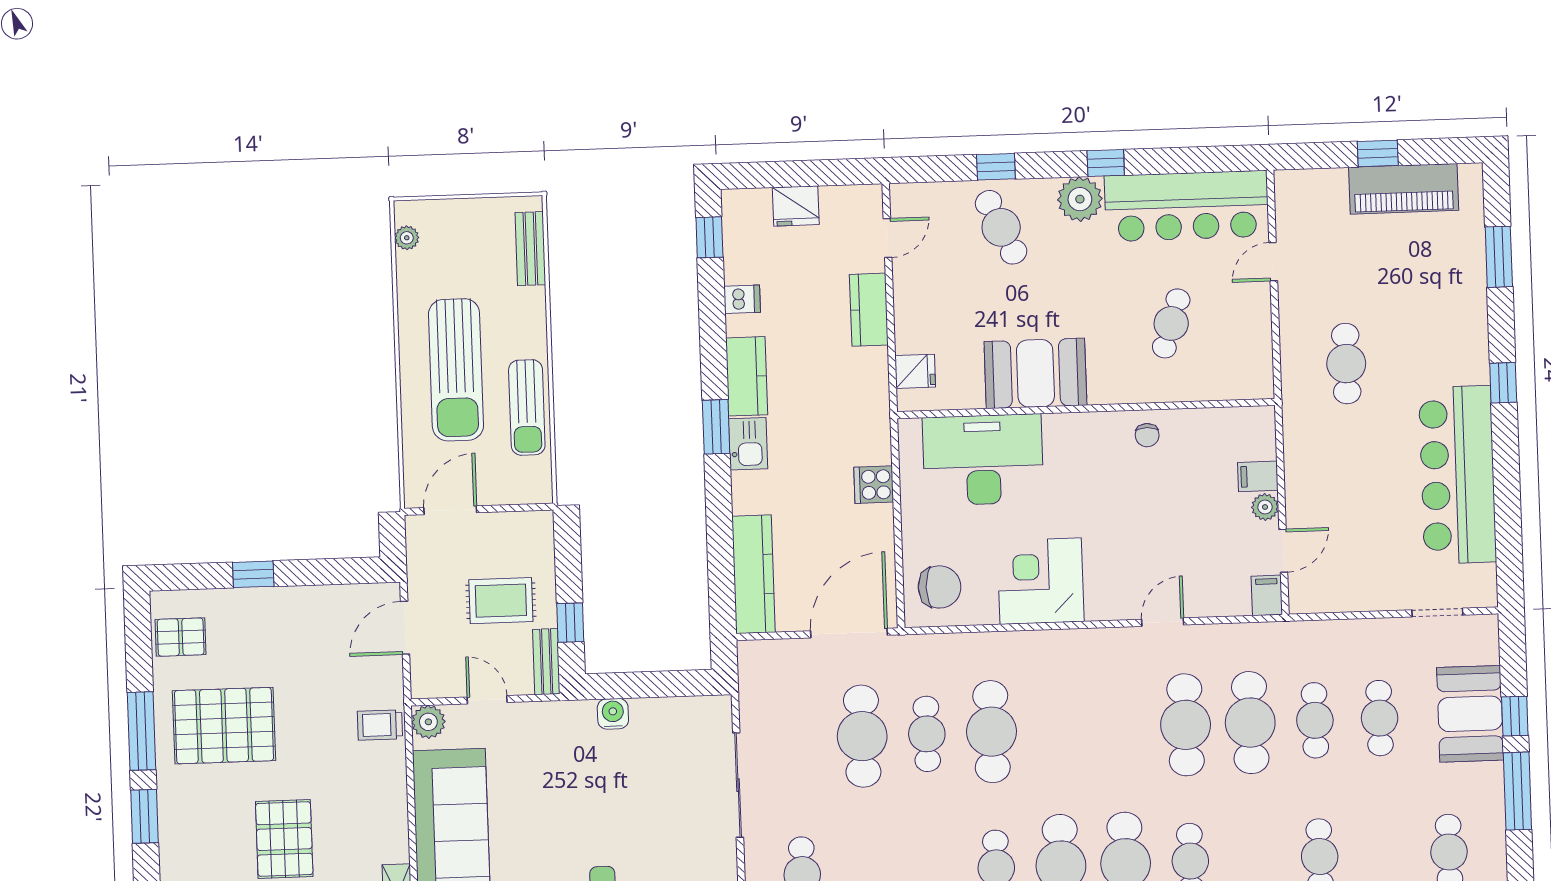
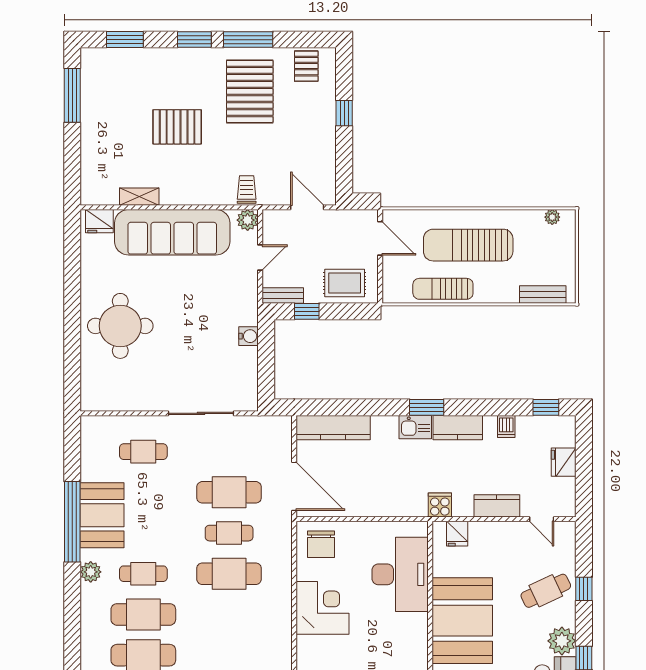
booth: (1035, 373) -> (462, 621), width x1.36, depth x1.42
cooker: (874, 485) -> (440, 505), moved
rug: (501, 601) -> (345, 283), moved, turned 90

